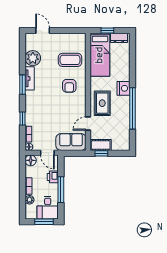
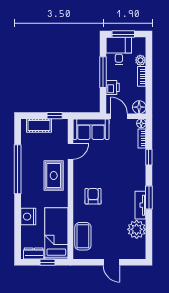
door: (43, 31) -> (111, 262), moved
coffee table: (70, 60) -> (83, 236), moved, turned 90
nightstand: (123, 88) -> (28, 217), moved
cot: (101, 145) -> (39, 126), moved

